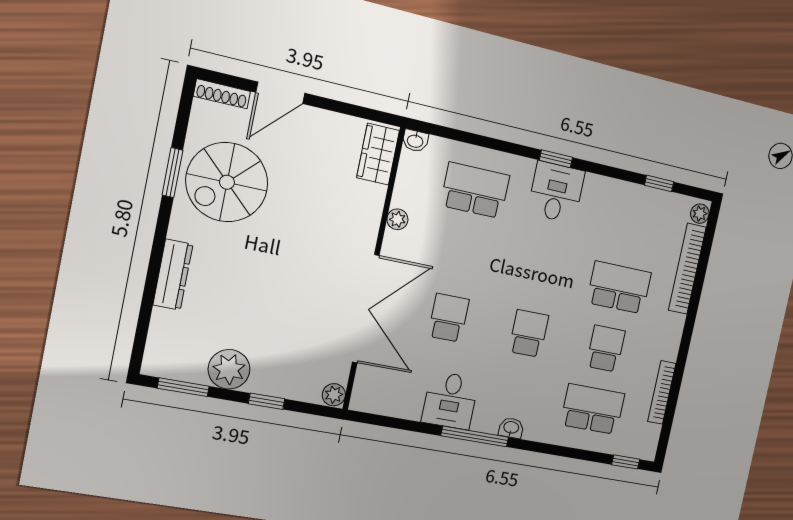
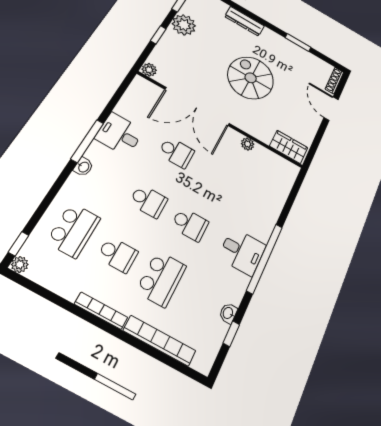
washbasin: (415, 141) -> (228, 313), moved
window: (556, 159) -> (265, 258), width x3.17
spiral stairs: (227, 182) -> (251, 78), moved
school desk: (475, 190) -> (190, 224), moved, width x0.54
plant: (700, 214) -> (20, 265), moved
bookcase: (662, 392) -> (101, 311), moved

